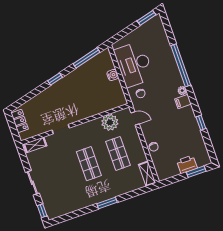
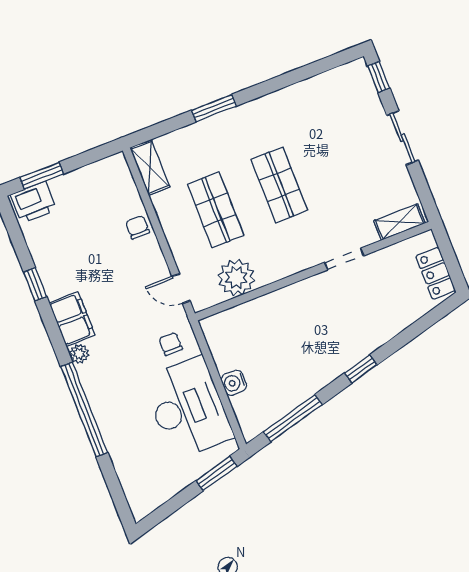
window: (146, 18) -> (217, 473), moved
filing cabinet: (183, 101) -> (72, 319), width x2.00
printer: (187, 164) -> (33, 202), moved
window: (107, 203) -> (214, 108), moved

